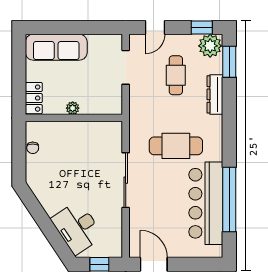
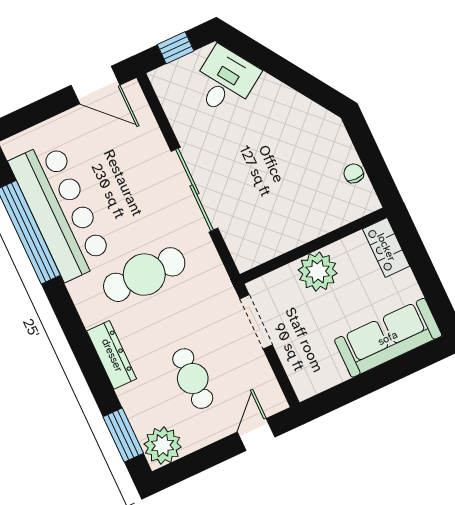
window: (202, 28) -> (187, 467), removed
doorway: (126, 67) -> (256, 322), moved
dresser: (215, 94) -> (112, 355), moved
plant: (73, 108) -> (318, 272), width x1.88, depth x1.88
desk: (77, 228) -> (225, 81), width x0.73

